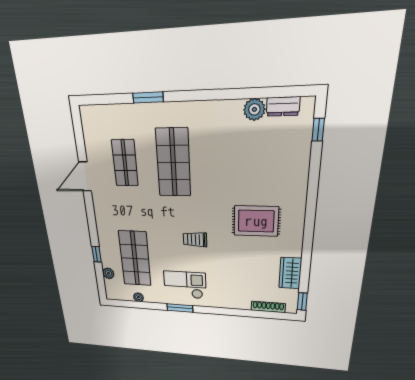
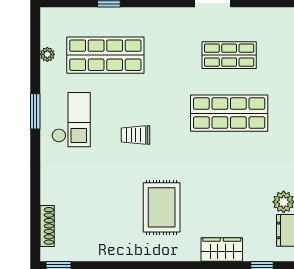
trolley: (195, 240) -> (136, 135), turned -90
plant: (108, 273) -> (81, 15), removed
wardrobe: (290, 273) -> (222, 249), moved

